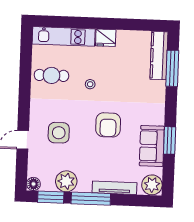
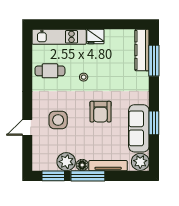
sofa: (152, 146) -> (139, 128), width x1.36
floor lamp: (33, 184) -> (82, 165), moved

